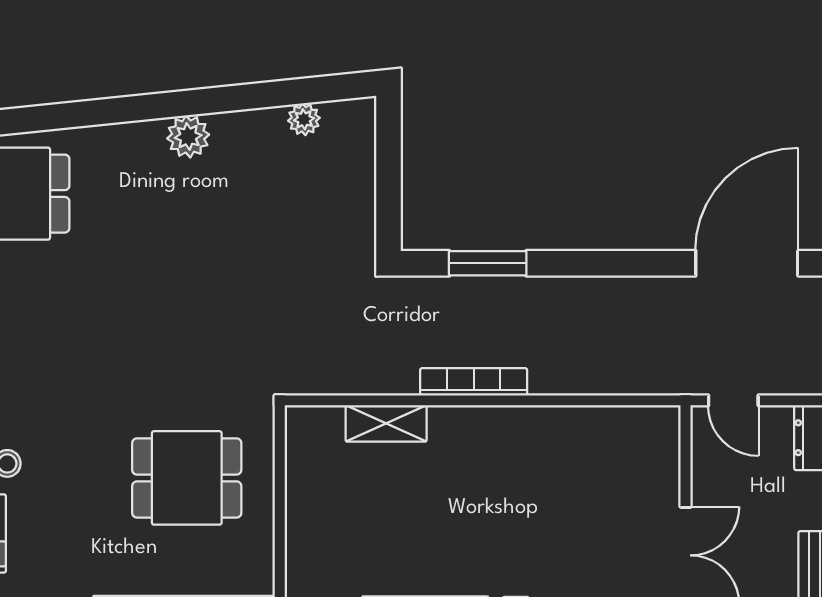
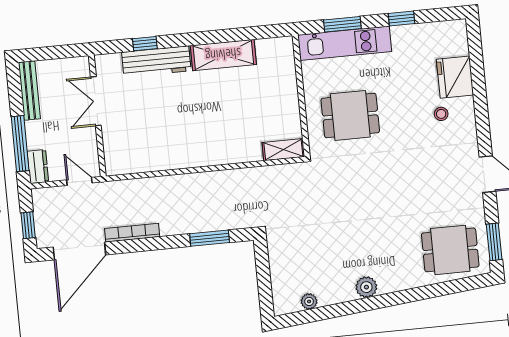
bookcase: (474, 382) -> (132, 233), moved, turned 180
shelving: (386, 423) -> (283, 150), moved

